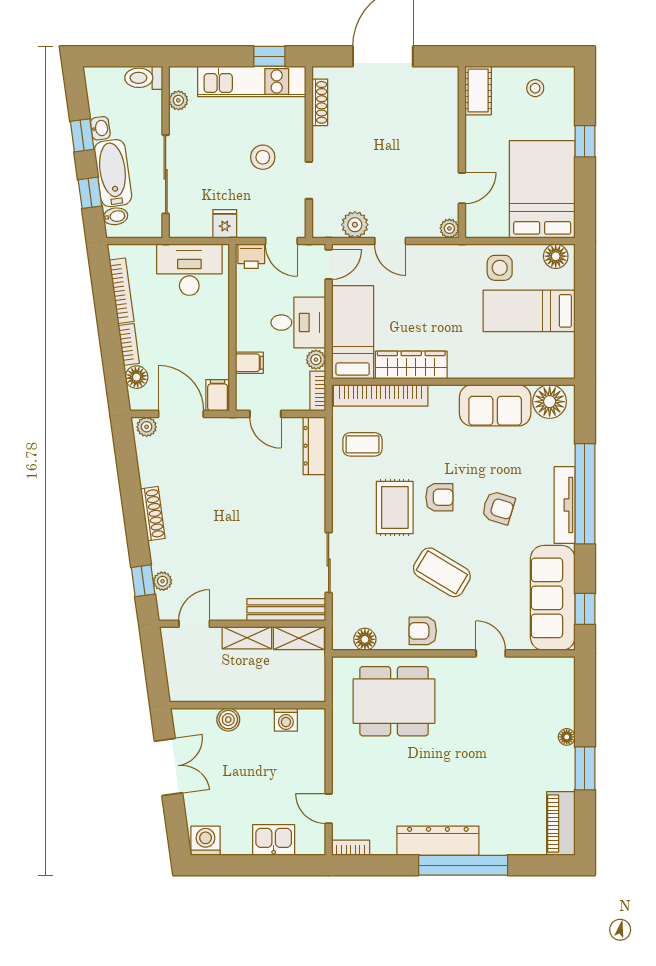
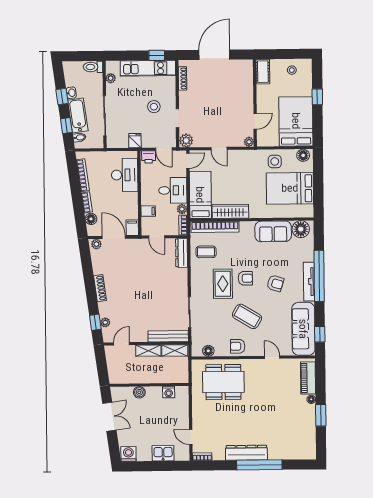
plant: (355, 225) -> (186, 141), moved
desk: (189, 270) -> (125, 175), moved, turned 90
bed: (529, 311) -> (290, 188), width x1.50
piano: (561, 823) -> (308, 378), moved

